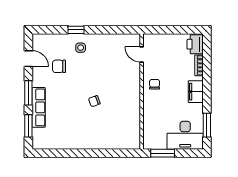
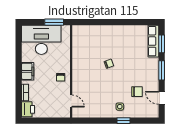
row of seats: (39, 107) -> (153, 41), moved
window: (207, 125) -> (19, 45), removed
desk: (185, 135) -> (41, 40), width x1.36, depth x1.30

